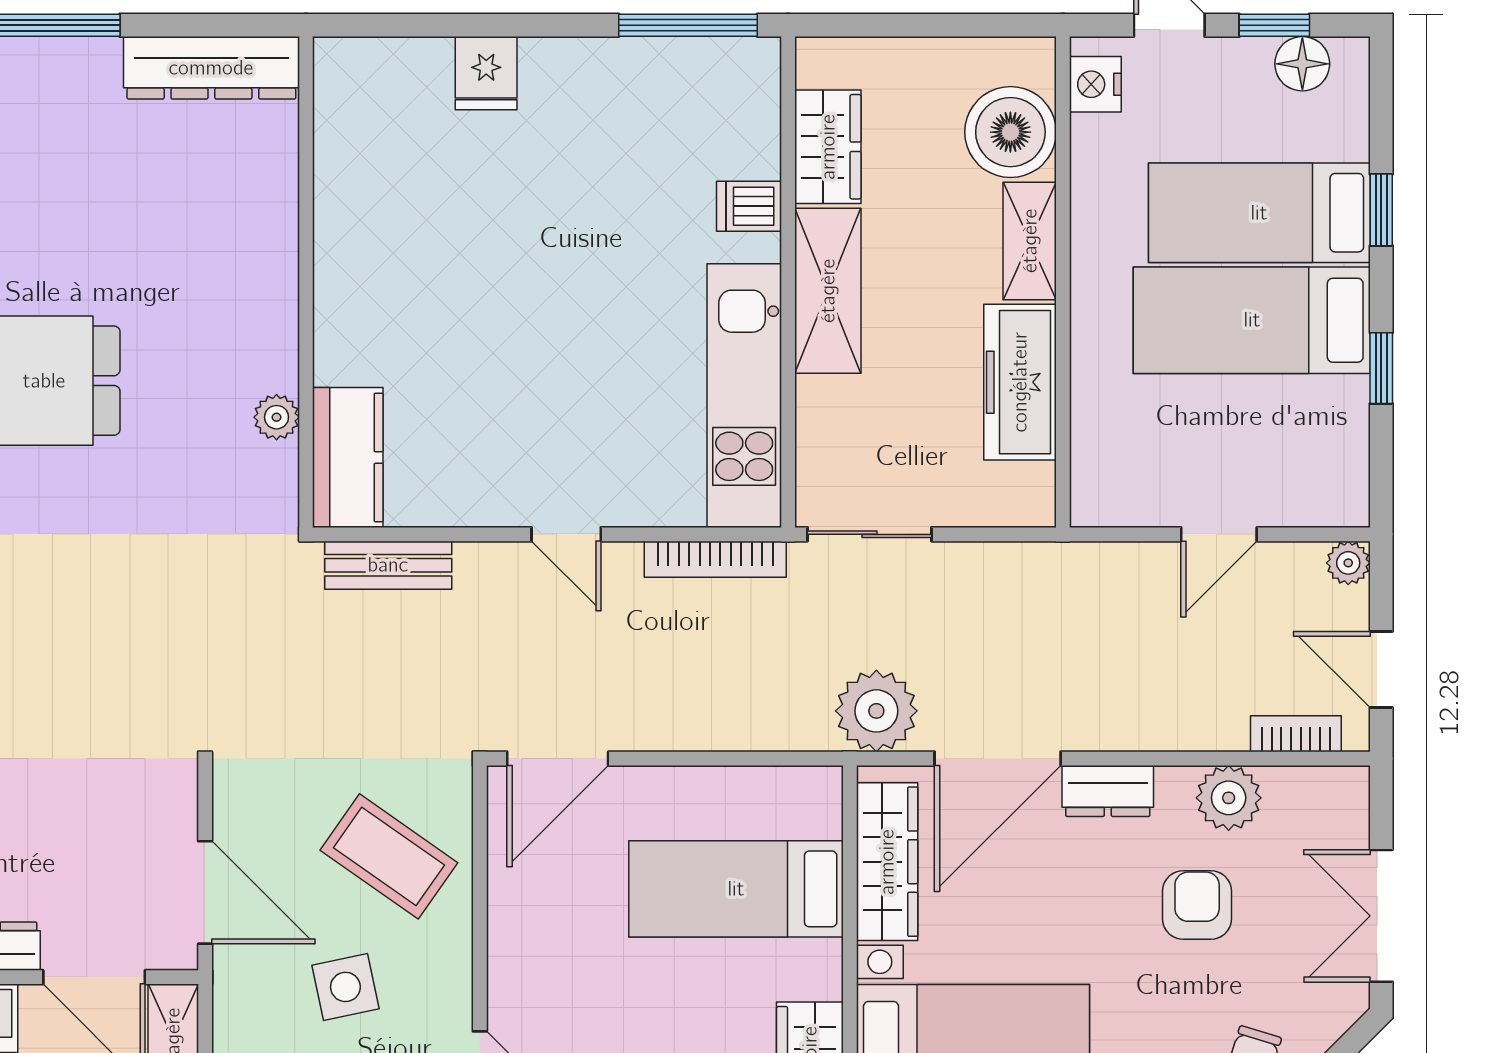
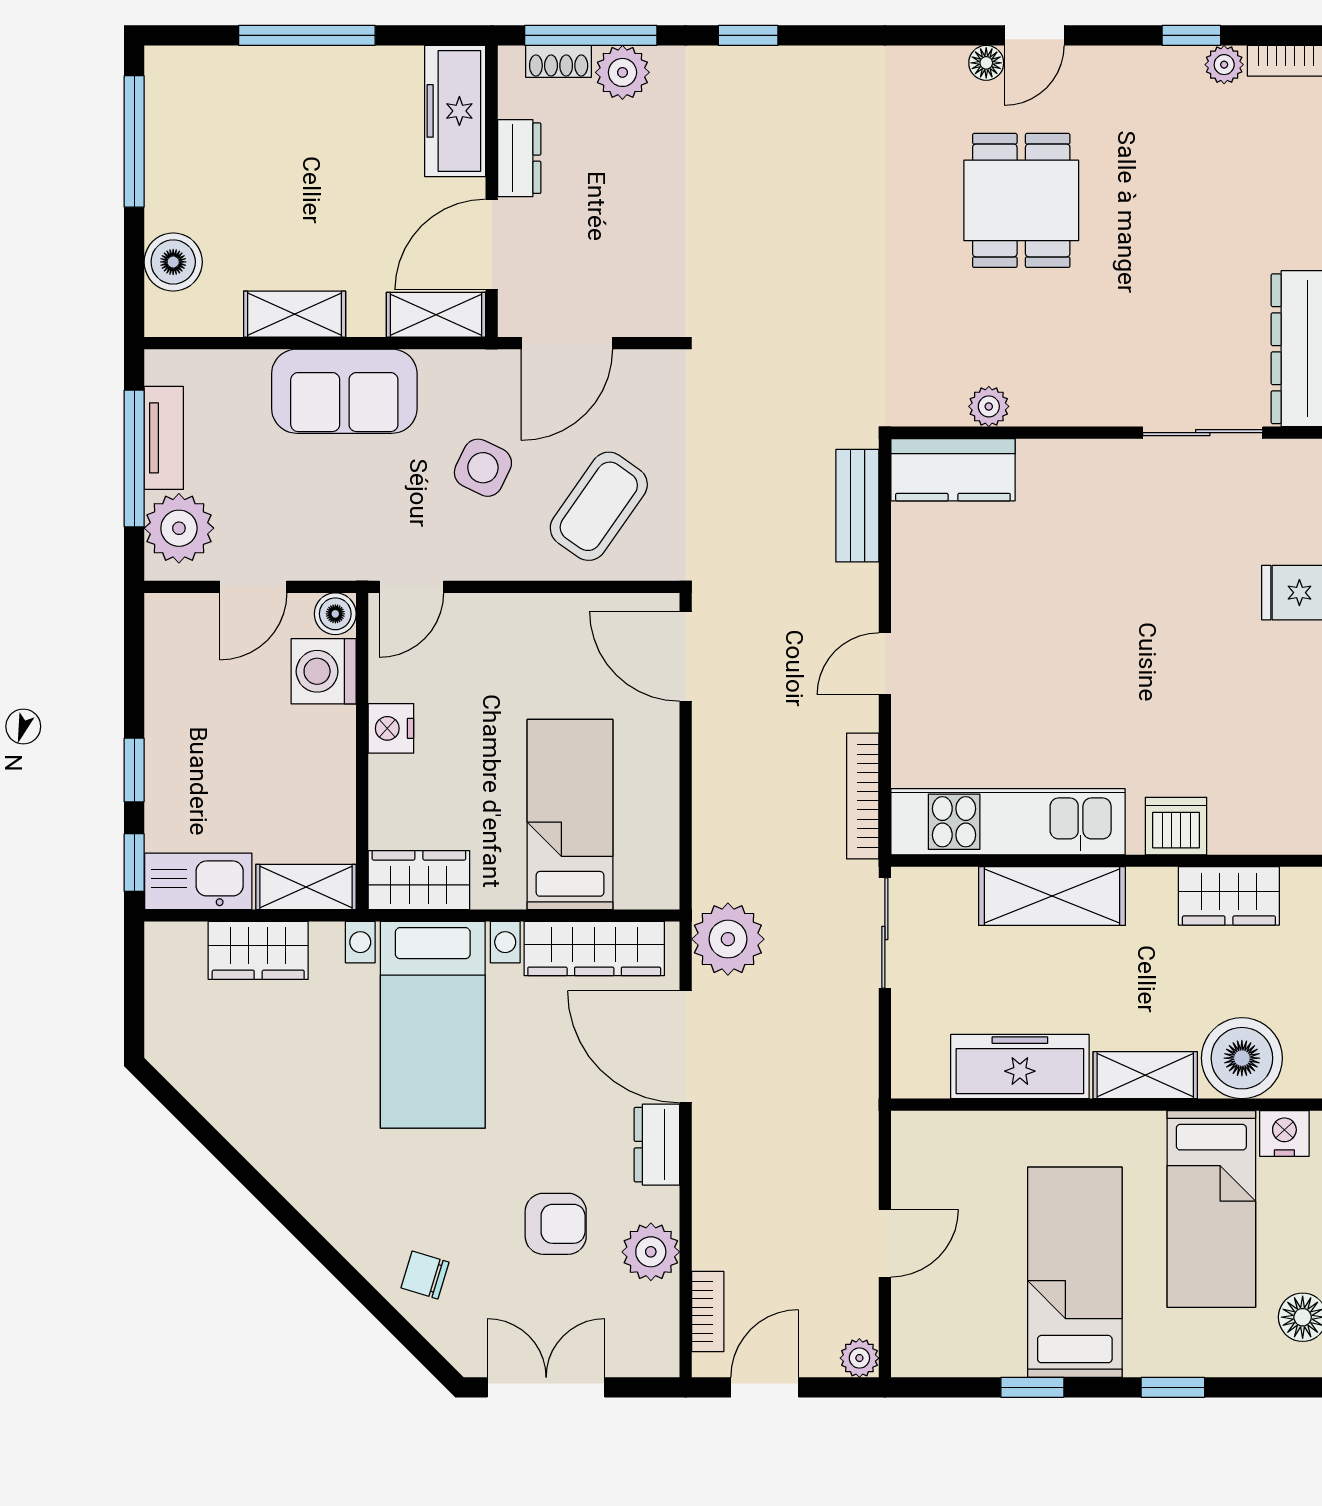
sliding door: (306, 176) -> (1203, 433), added
dishwasher: (749, 206) -> (1176, 826), width x1.38
bed: (1259, 213) -> (1211, 1209), moved, turned 180
shelving: (828, 291) -> (1052, 896), moved
door: (1219, 534) -> (885, 1243), swing flipped
side table: (345, 987) -> (483, 468), turned 38

